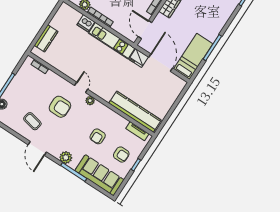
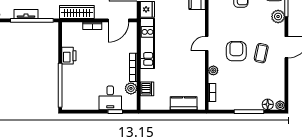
dishwasher: (86, 23) -> (147, 89), moved
plant: (90, 101) -> (213, 70), moved
coffee table: (32, 121) -> (261, 53), moved

